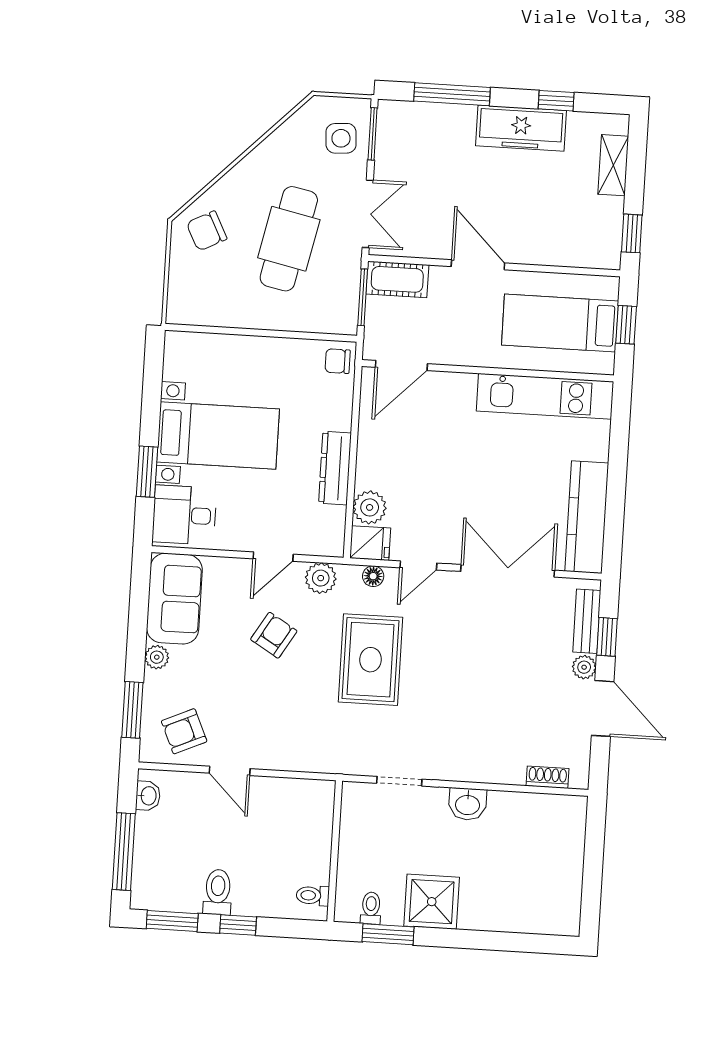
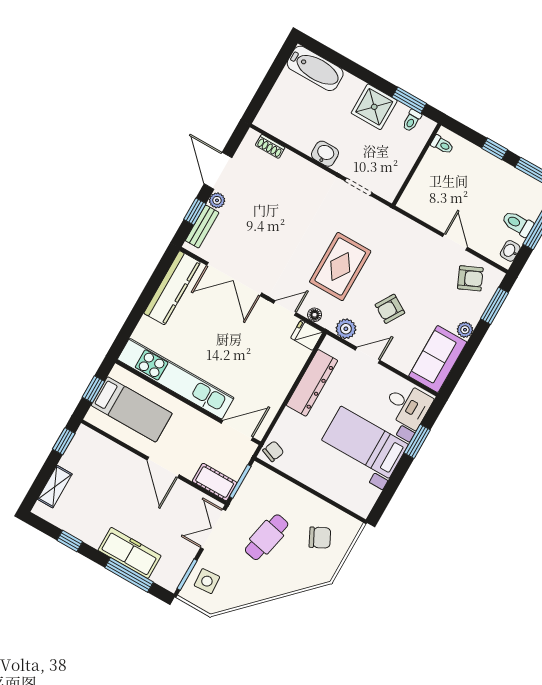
freezer: (521, 128) -> (130, 553), moved
chair: (207, 231) -> (320, 538), moved
cafe table: (289, 239) -> (267, 537), width x0.73, depth x0.74
chair: (338, 361) -> (273, 451), turned -69
kitchen unit: (545, 396) -> (176, 379), width x1.36
dresser: (335, 468) -> (312, 383), width x1.37, depth x1.24
plant: (370, 507) -> (297, 356), removed
toilet: (218, 892) -> (518, 224), moved, turned 90
bathtub: (538, 914) -> (315, 68), added

